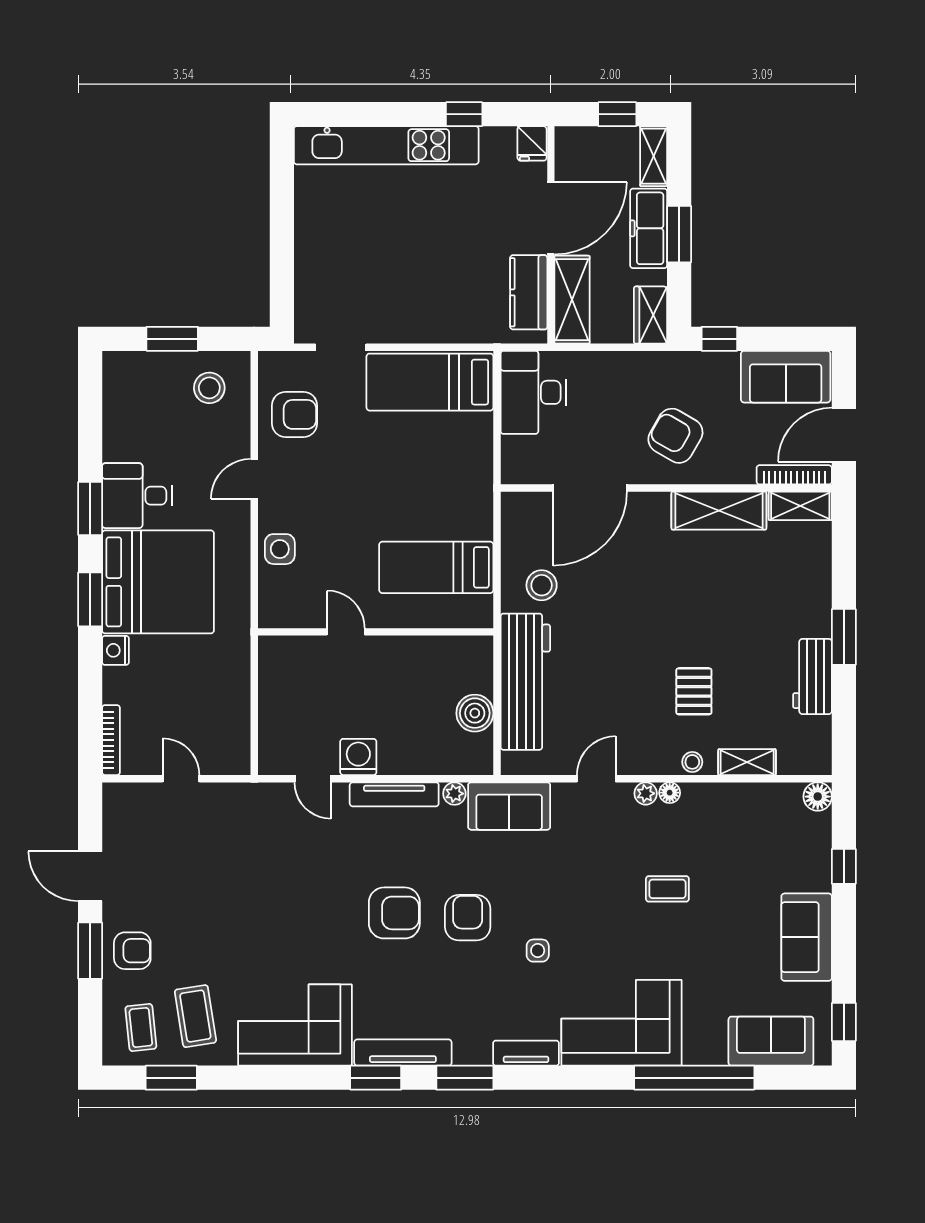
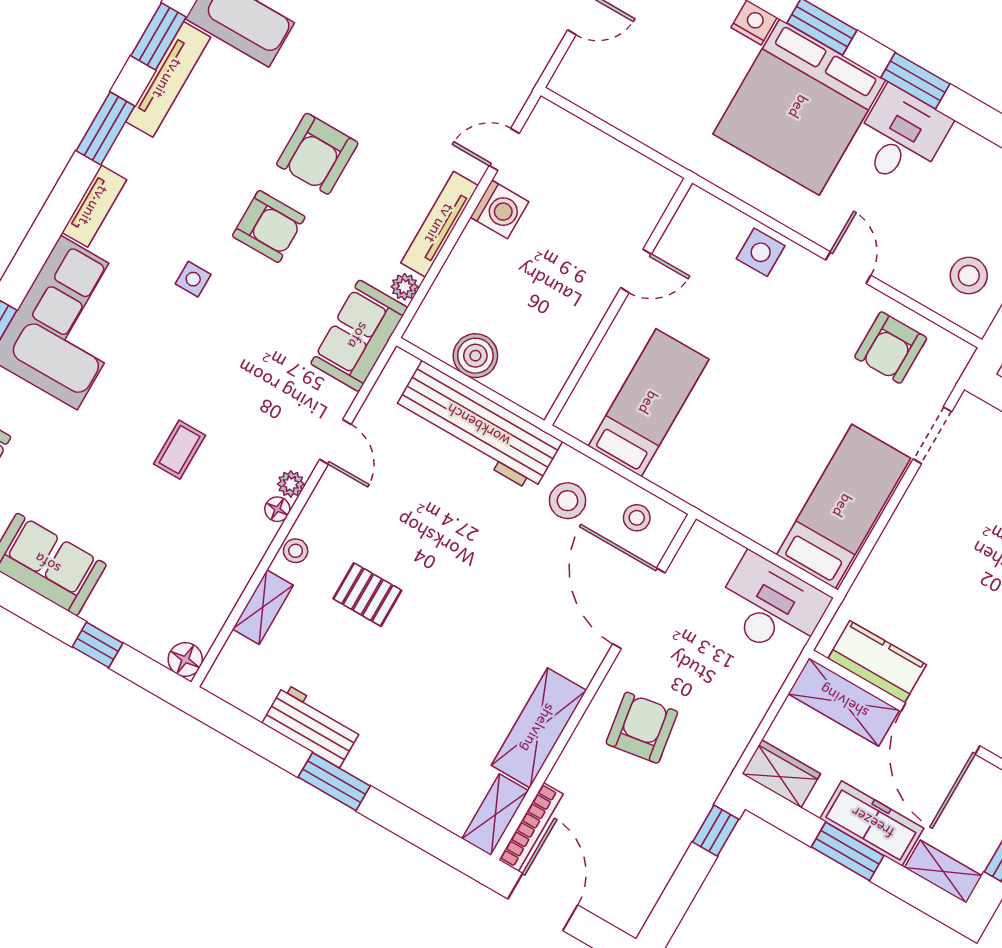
sofa: (786, 377) -> (637, 876), removed
armchair: (675, 436) -> (642, 728), turned -39
stool: (525, 528) -> (637, 518), added

